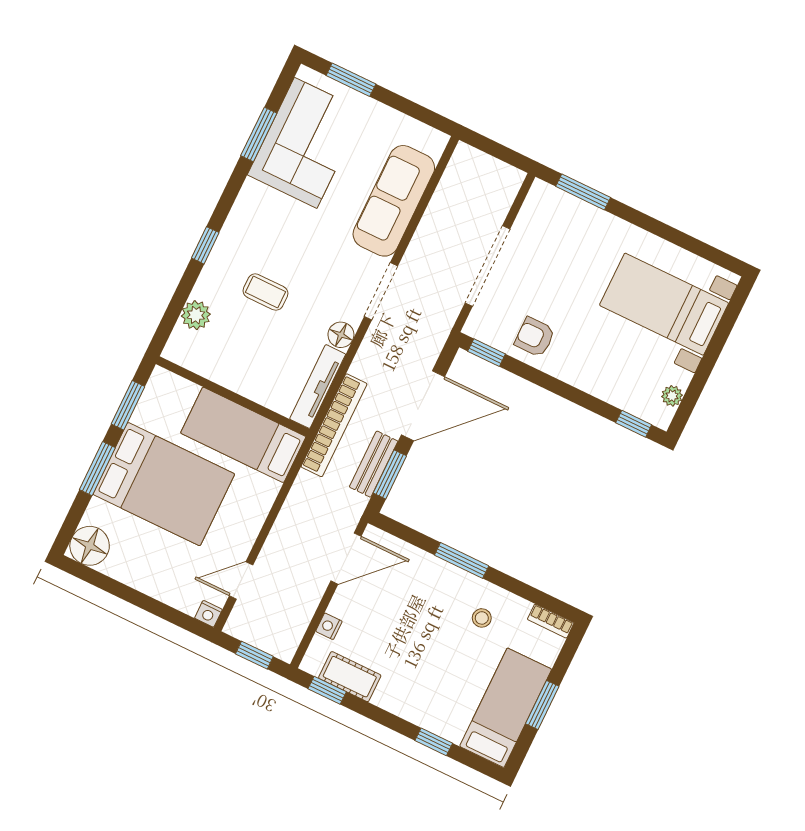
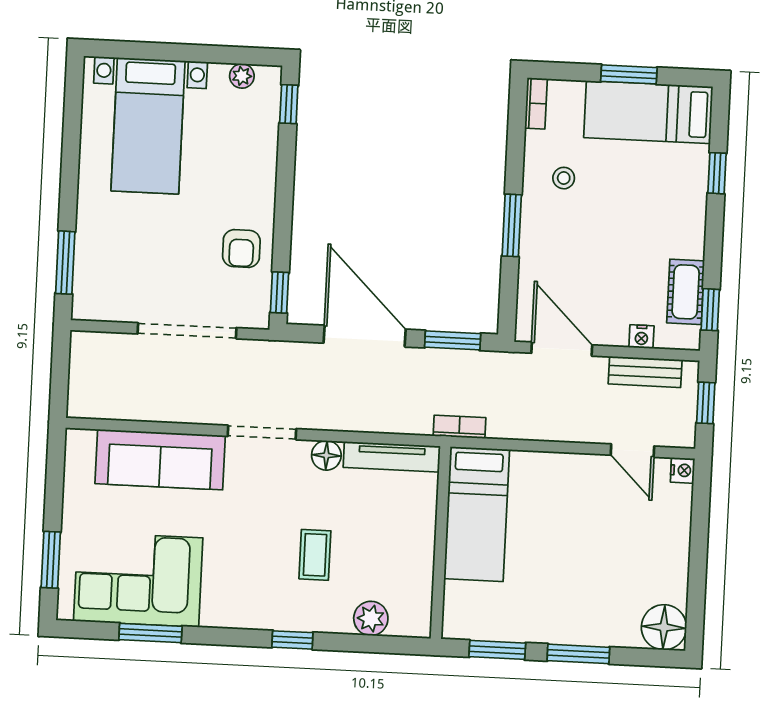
bookcase: (334, 425) -> (459, 427), width x0.43, depth x0.76
bench: (374, 464) -> (645, 372), moved
bed: (164, 484) -> (565, 576), removed

